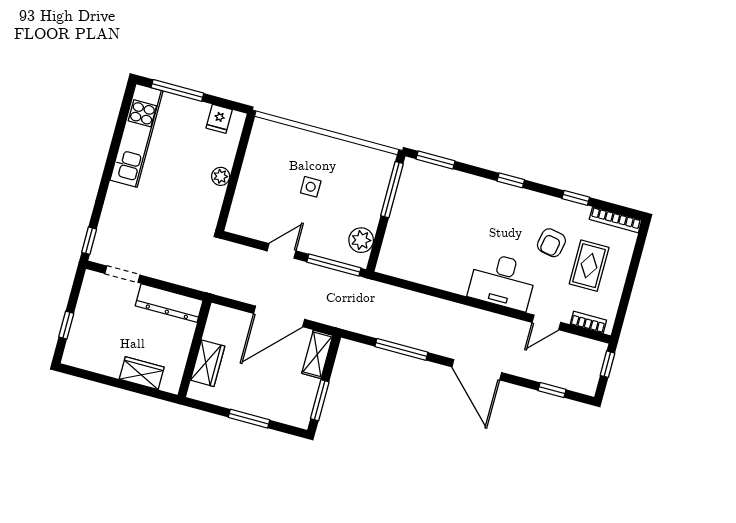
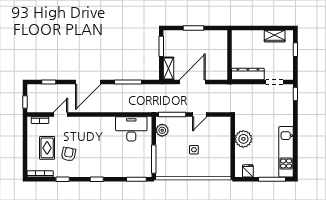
plant: (221, 176) -> (243, 139), width x1.87, depth x1.87
desk: (502, 281) -> (131, 129), moved
wardrobe: (208, 363) -> (221, 50), removed
door: (477, 370) -> (88, 82), swing flipped
wardrobe: (142, 373) -> (275, 36), moved

